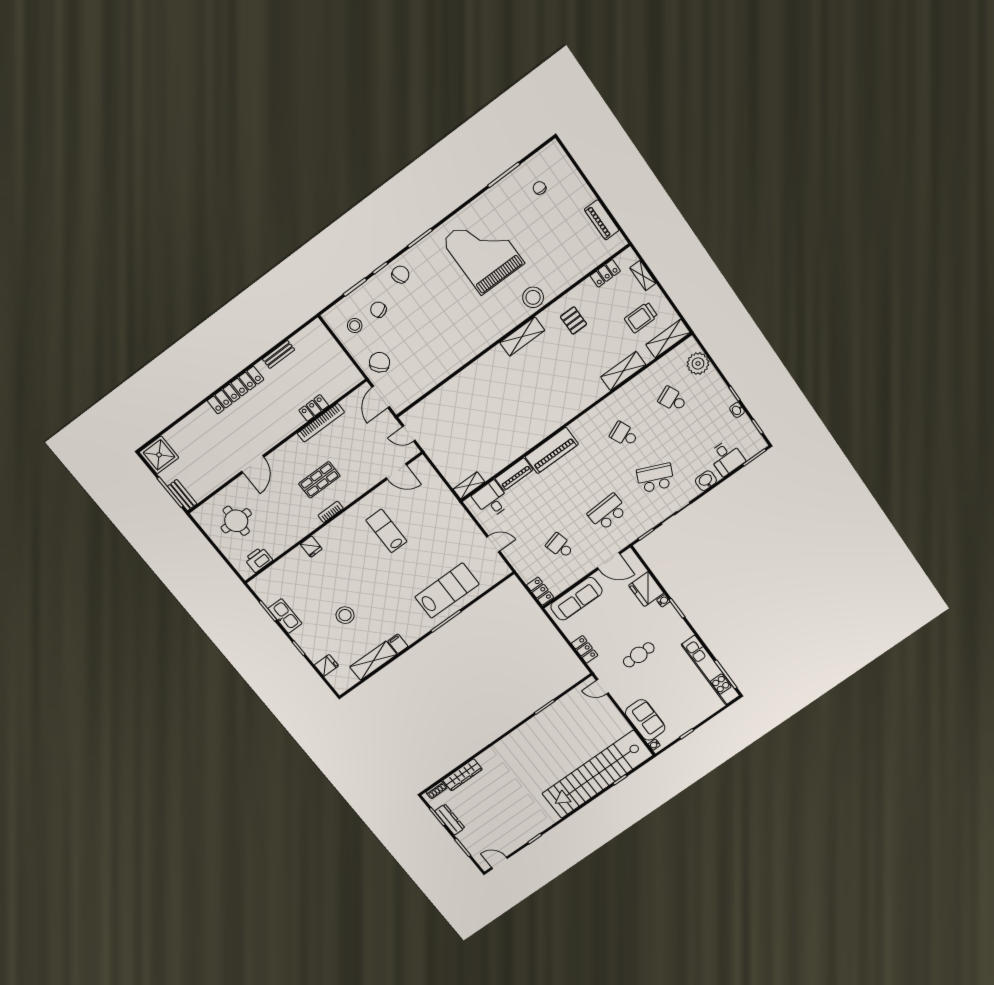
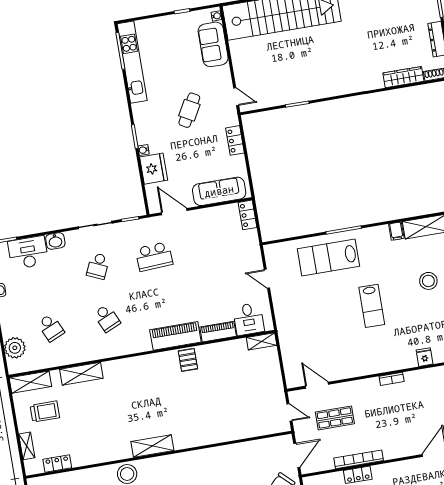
pallet: (574, 320) -> (188, 360), moved
desk: (726, 458) -> (28, 253), width x1.37
school desk: (655, 478) -> (98, 266), width x0.54
shop shelf: (319, 480) -> (335, 418), moved
lab bench: (386, 531) -> (372, 306), moved
school desk: (560, 546) -> (210, 247), removed
cafe table: (639, 655) -> (189, 110), turned -61

